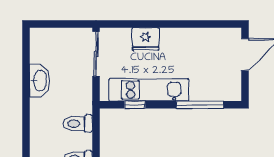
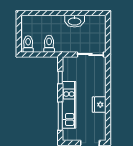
fridge: (146, 39) -> (99, 105), moved
kitchen unit: (149, 90) -> (69, 105), moved

